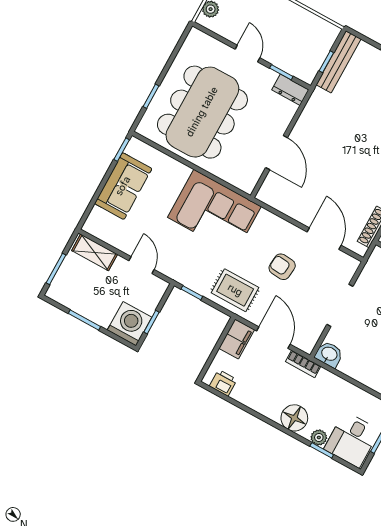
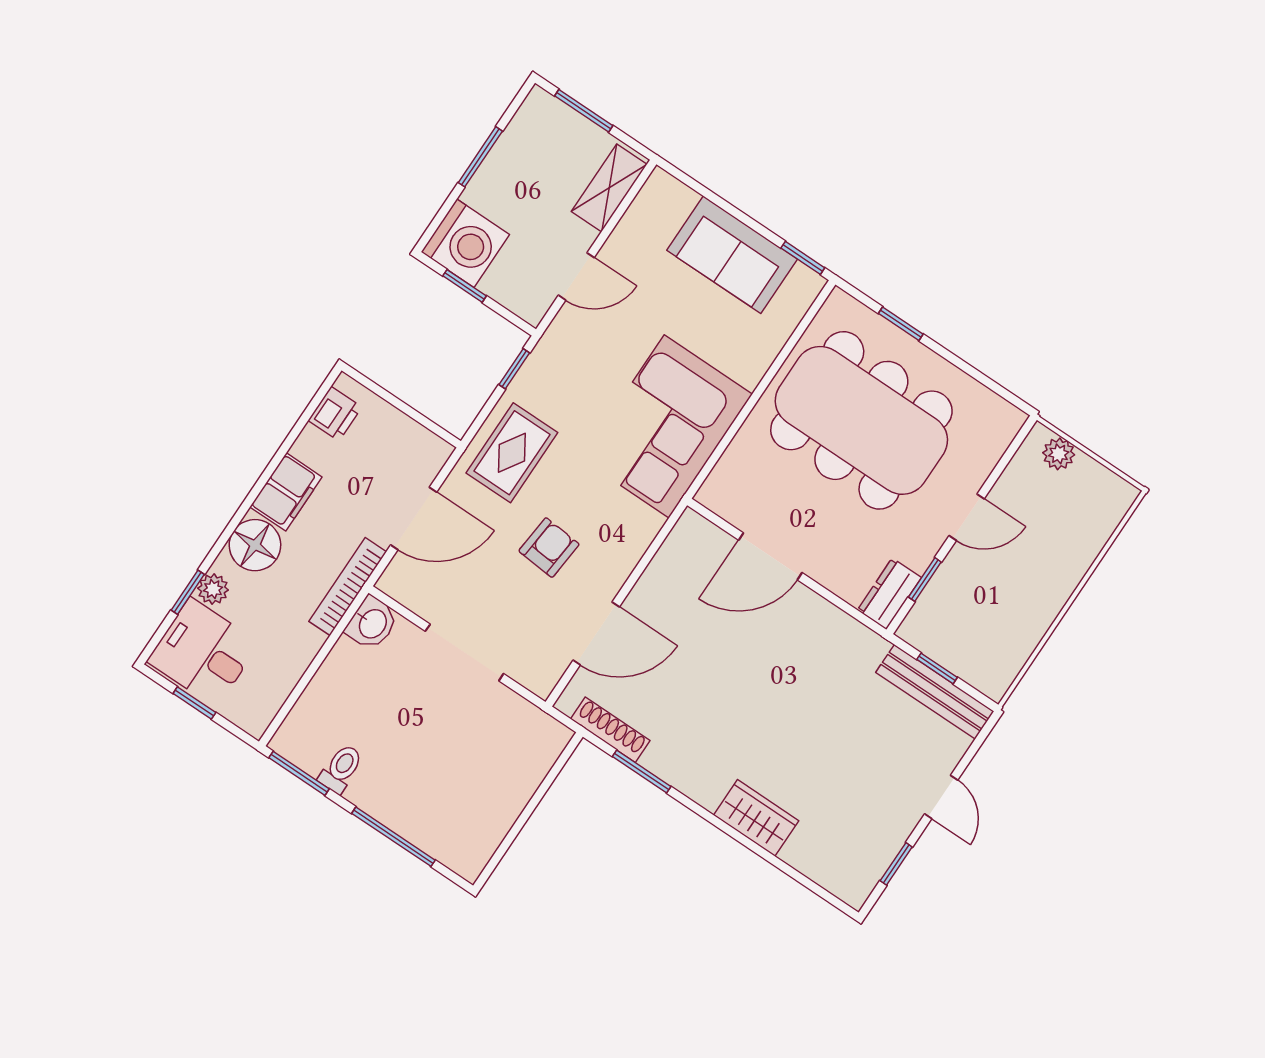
filing cabinet: (237, 339) -> (286, 492), moved, turned -90
bookcase: (303, 364) -> (348, 587), width x1.56

